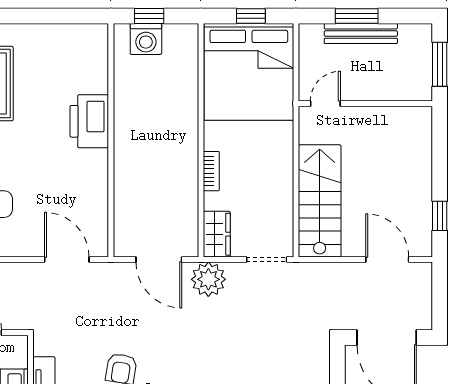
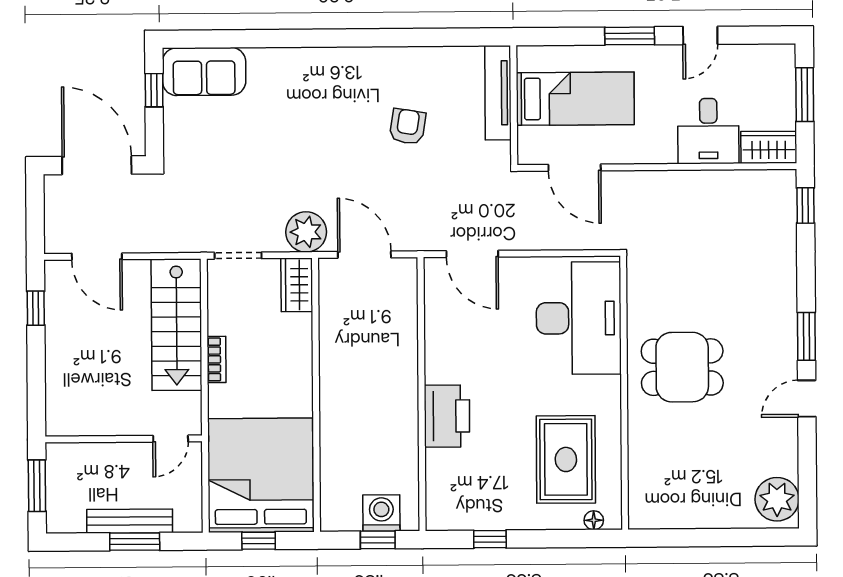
window: (53, 16) -> (490, 539), added
bookcase: (211, 171) -> (217, 359), moved, turned 180

